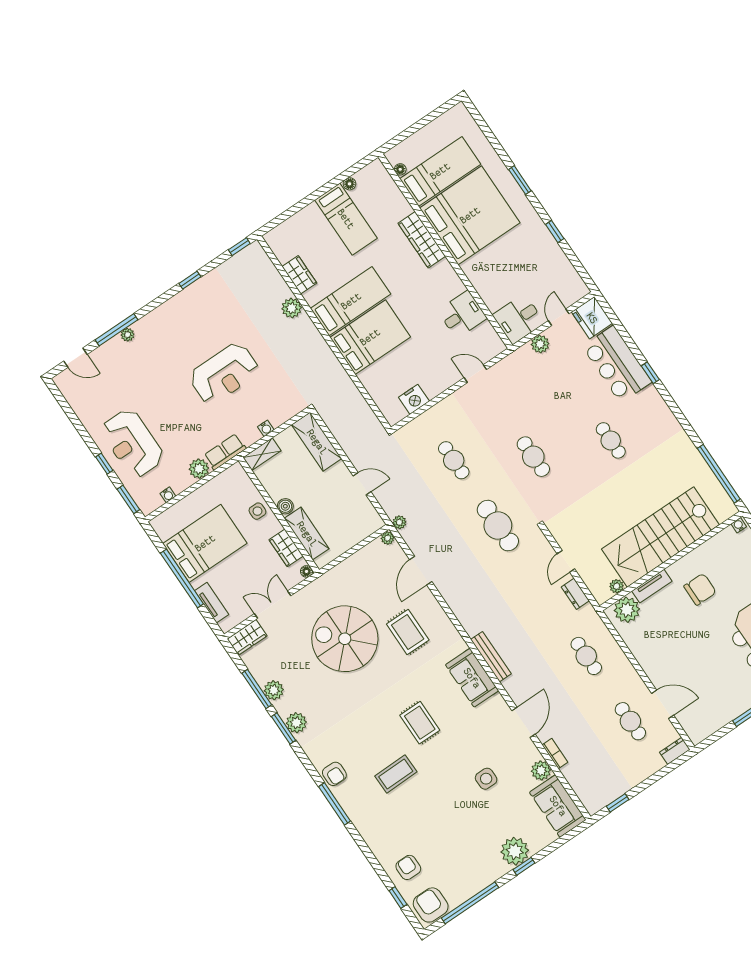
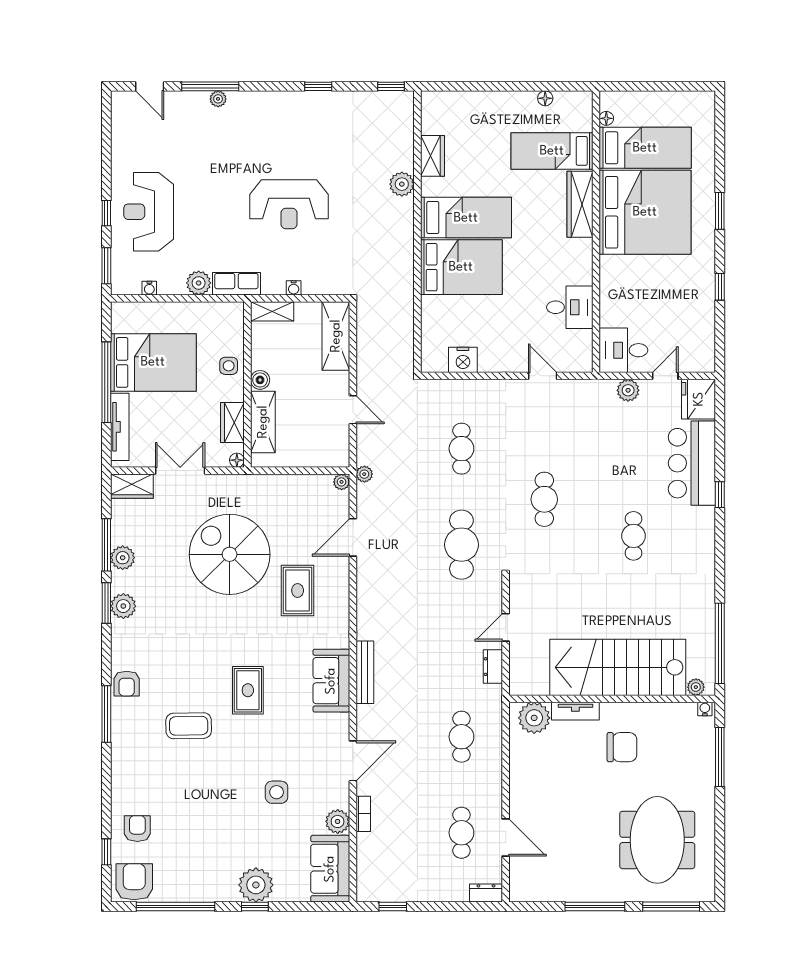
bed: (346, 219) -> (552, 151), moved, turned 90
plant: (617, 586) -> (696, 687), moved
tv unit: (212, 603) -> (120, 427), width x1.41

